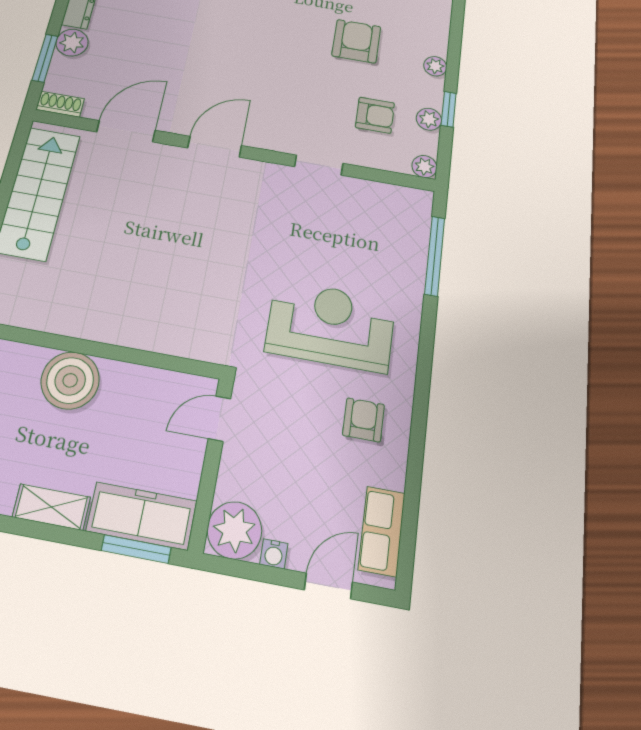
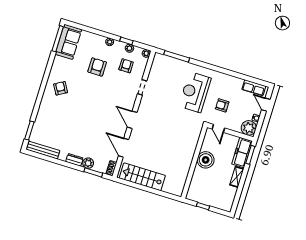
armchair: (356, 41) -> (97, 67), turned 90
boiler: (70, 380) -> (206, 160), moved
armchair: (364, 420) -> (222, 105), moved

